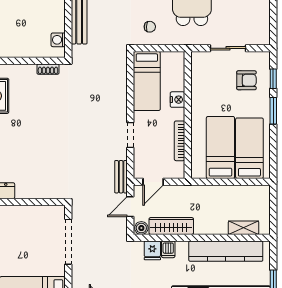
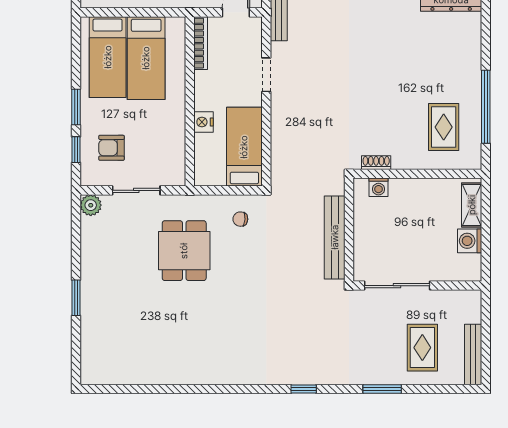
plant: (262, 37) -> (91, 205), added
washing machine: (58, 40) -> (379, 187), moved, turned 90
bookcase: (180, 141) -> (201, 43), moved

